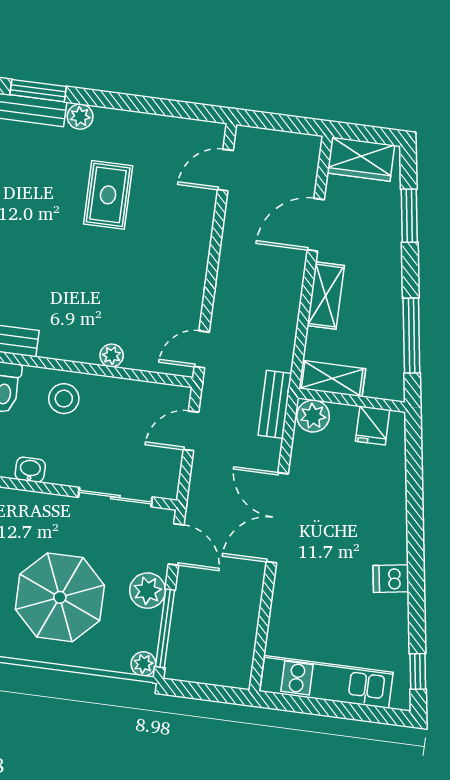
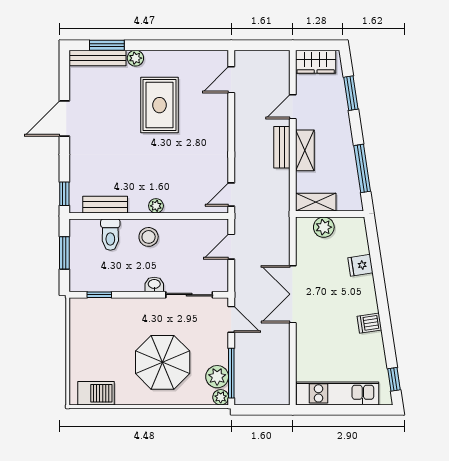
rug: (108, 195) -> (160, 105), width x1.36, depth x1.43
door: (316, 225) -> (293, 107), width x0.73
plant: (112, 355) -> (156, 206), moved
bench: (275, 404) -> (282, 147), moved
plant: (313, 416) -> (324, 227), moved
fridge: (373, 426) -> (360, 265), moved, turned 81
washbasin: (30, 470) -> (154, 284), moved
plant: (148, 591) -> (217, 377), moved

